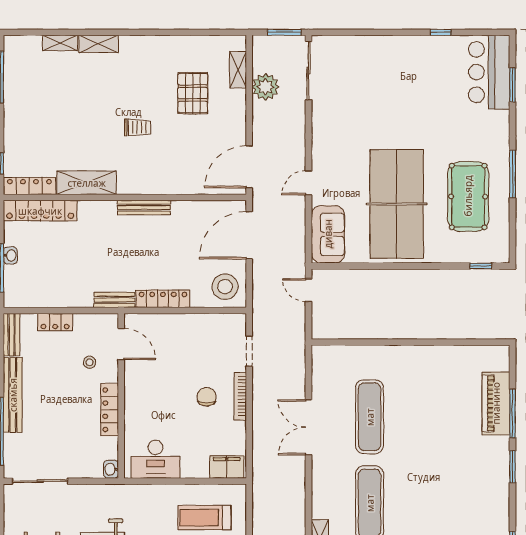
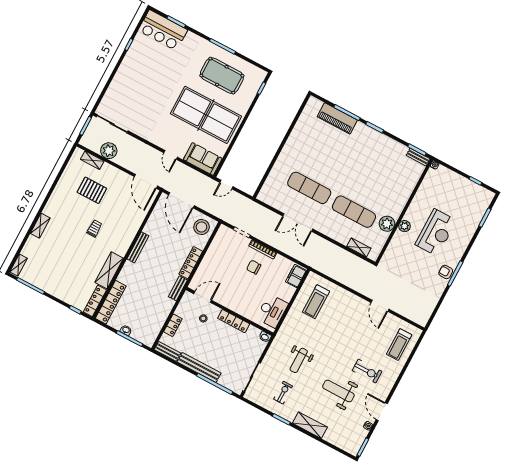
shelving: (60, 43) -> (19, 265), moved

